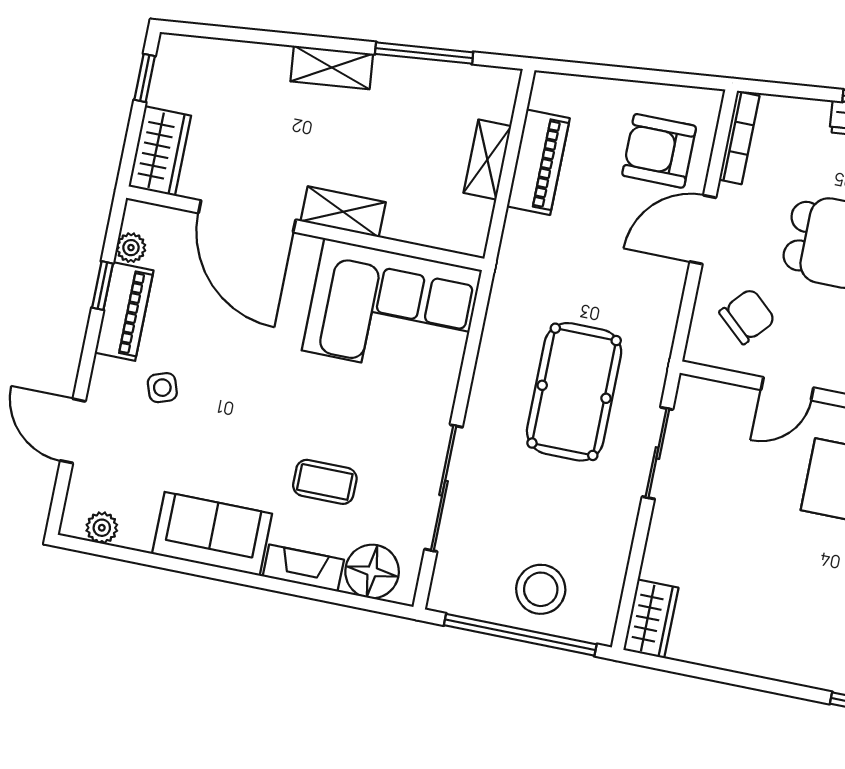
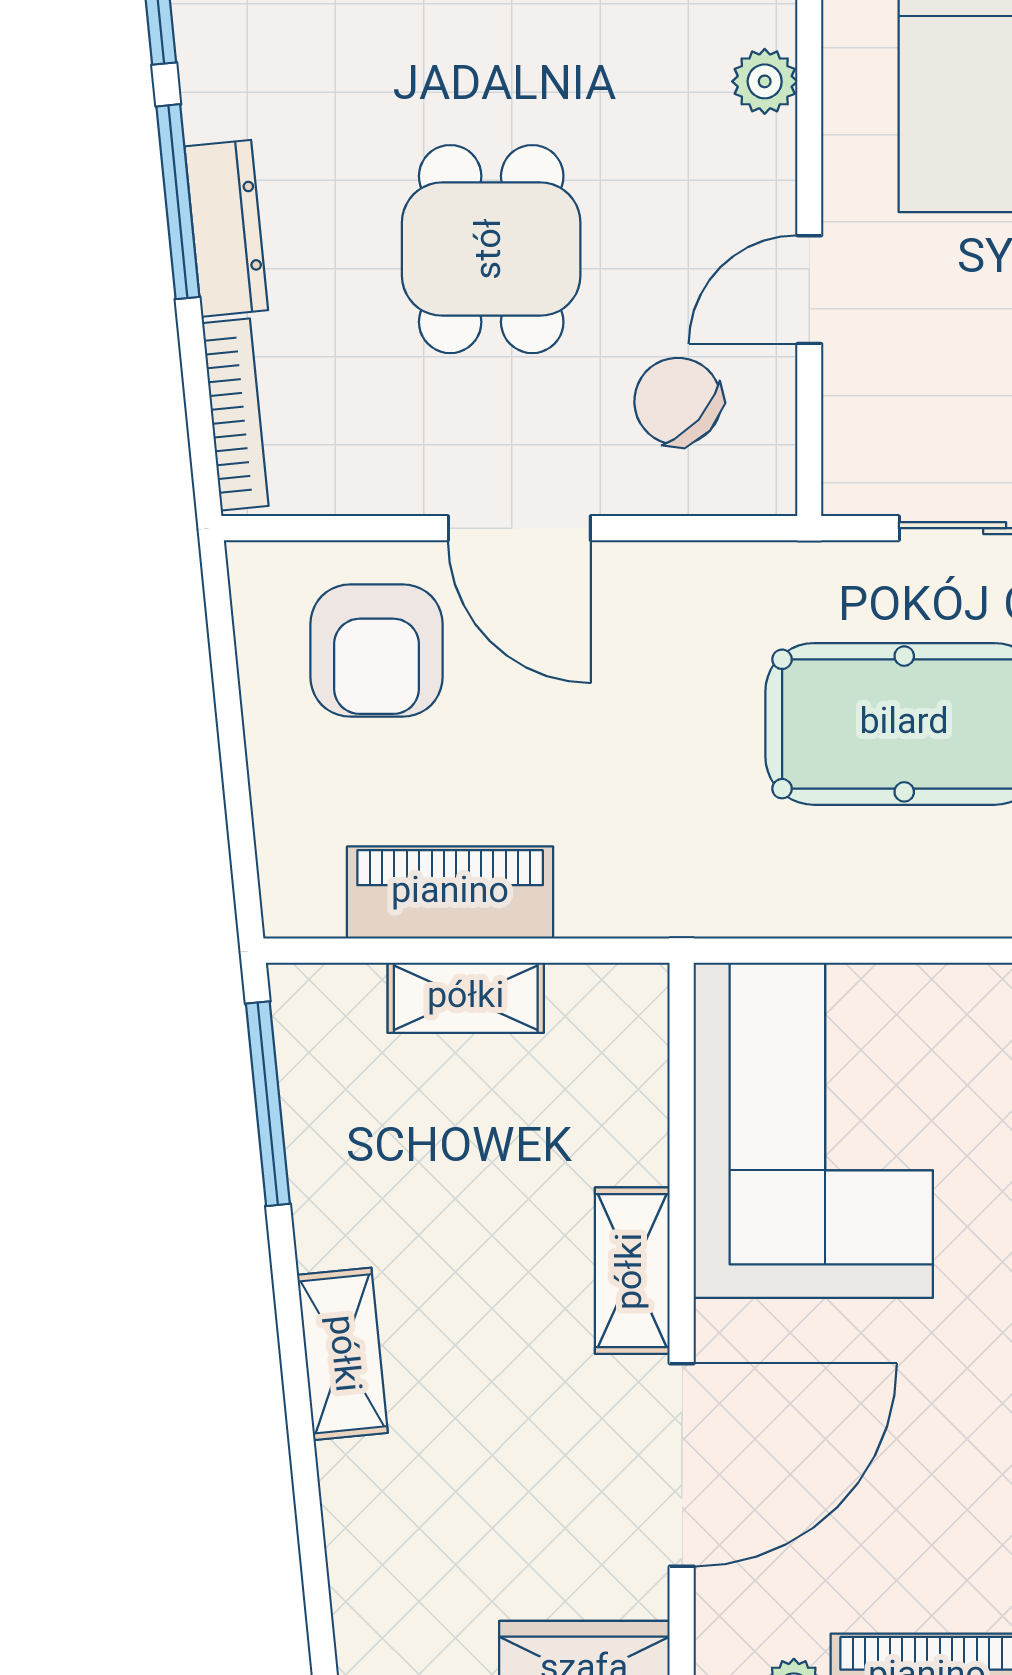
window: (424, 53) -> (268, 1104), moved
bookcase: (739, 138) -> (235, 414), moved, turned 84
door: (787, 389) -> (809, 290), swing flipped

